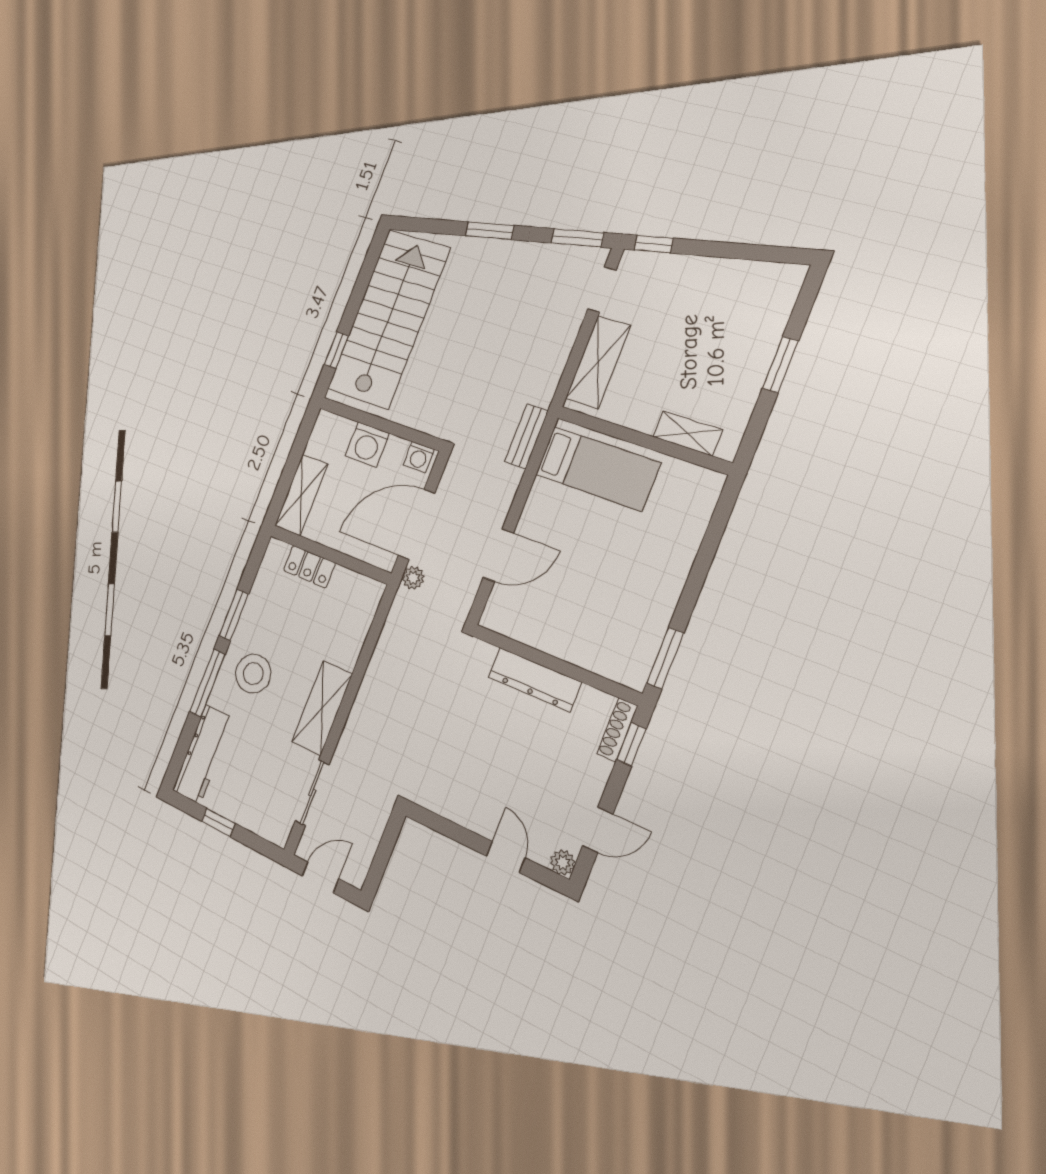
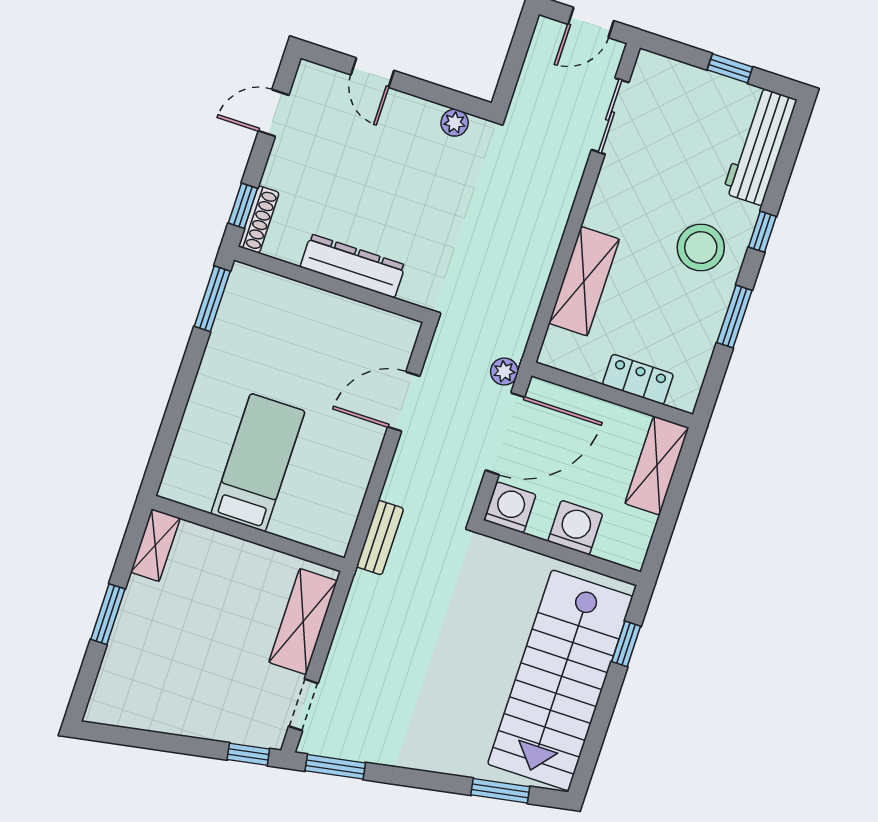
window: (490, 231) -> (500, 791), moved
shelving: (688, 433) -> (155, 545), moved, turned 90
washing machine: (419, 457) -> (510, 507), width x1.38, depth x1.38
bed: (597, 469) -> (258, 462), moved, turned 90
window: (207, 683) -> (762, 232), width x0.46
shelving: (322, 708) -> (584, 281), moved
plant: (563, 862) -> (455, 123), moved

